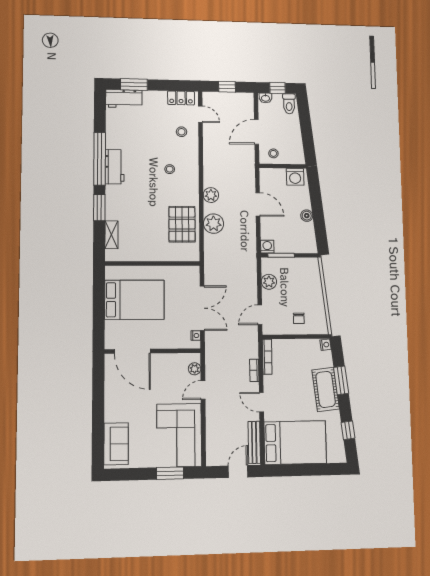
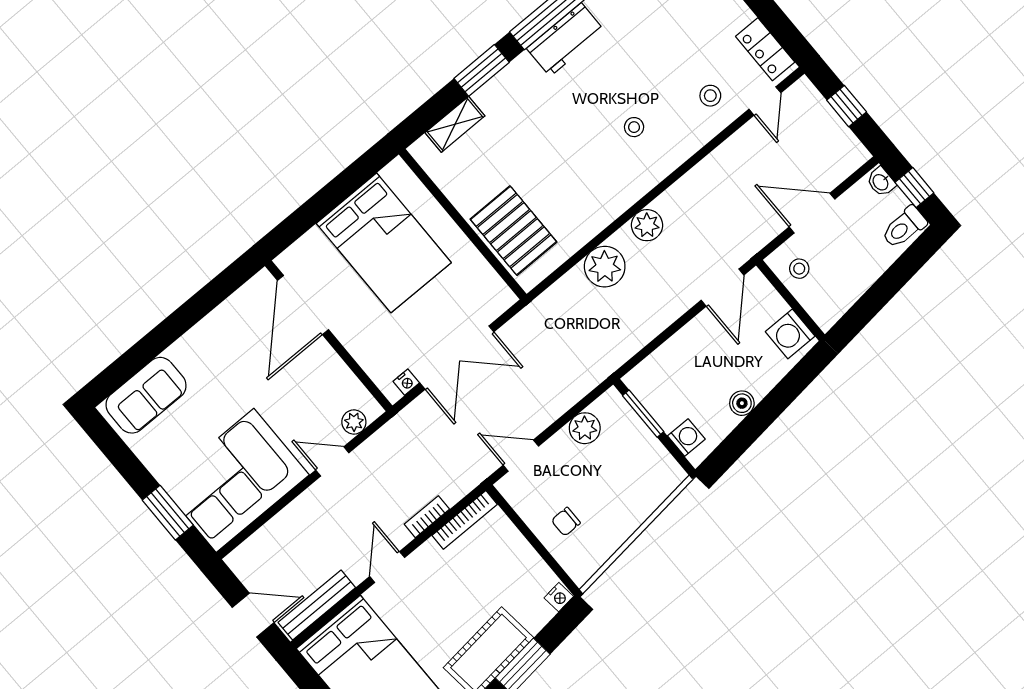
door: (258, 204) -> (722, 288), moved
pallet: (182, 224) -> (513, 231), moved, turned 90
washing machine: (267, 247) -> (686, 437), moved

